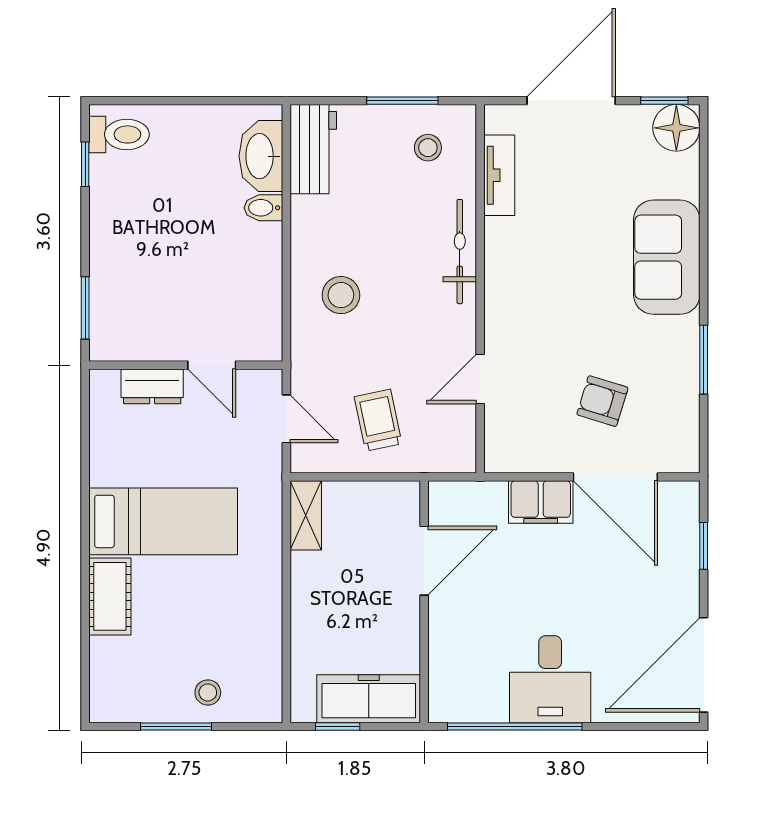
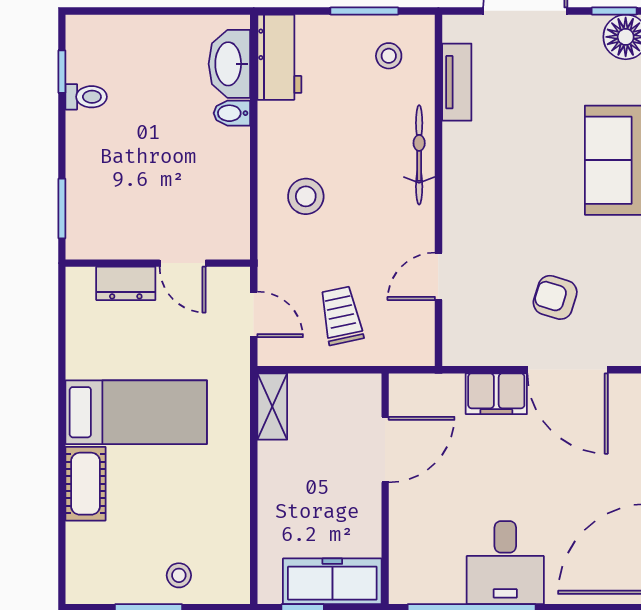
toilet: (119, 134) -> (86, 97), moved, width x0.73, depth x0.72

